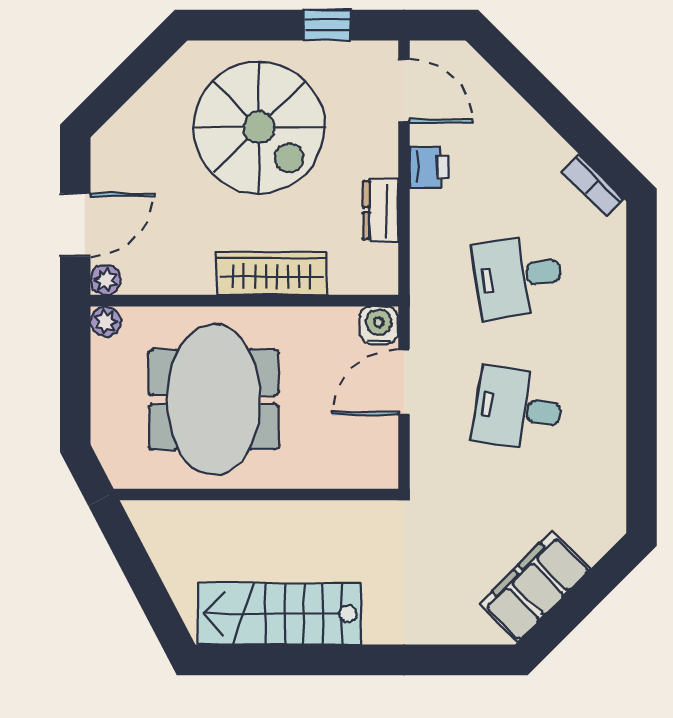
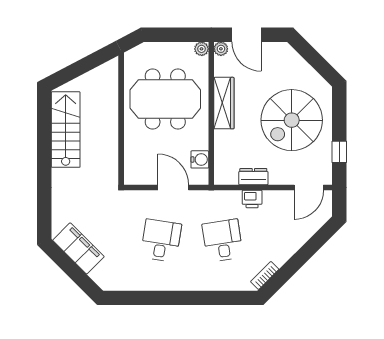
printer: (429, 167) -> (252, 199), moved
wardrobe: (271, 273) -> (224, 103), moved
water cooler: (379, 325) -> (200, 159), moved

